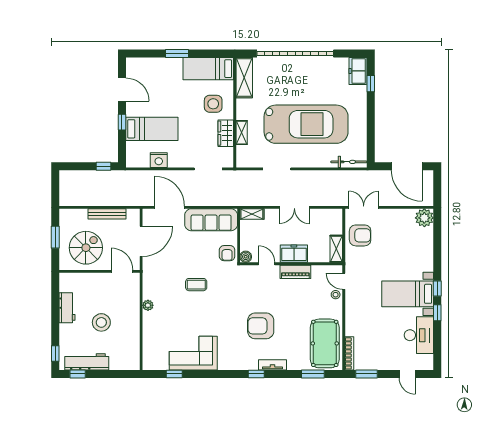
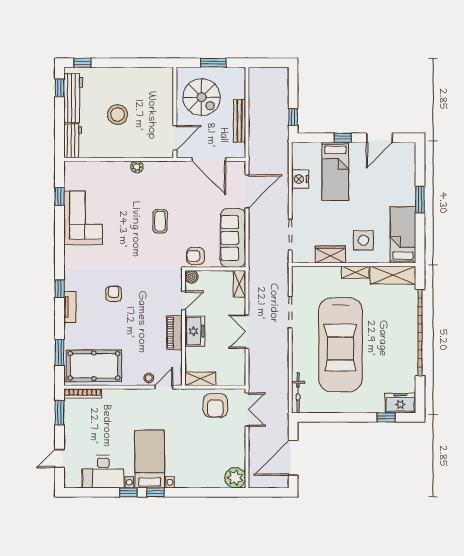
shelving: (242, 133) -> (355, 272), moved
workbench: (67, 308) -> (73, 141), moved, turned -90
armchair: (261, 326) -> (114, 294), width x0.53, depth x0.53

